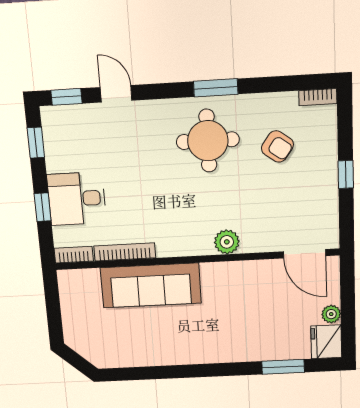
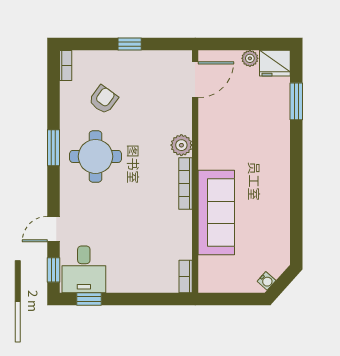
desk: (77, 199) -> (84, 269), moved
window: (43, 207) -> (143, 299), removed
bookcase: (125, 252) -> (185, 183), moved
water cooler: (78, 344) -> (267, 281), added

